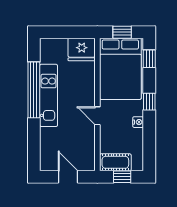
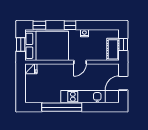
fridge: (82, 49) -> (31, 69), width x0.53, depth x0.75
kitchen unit: (49, 95) -> (83, 97), moved

